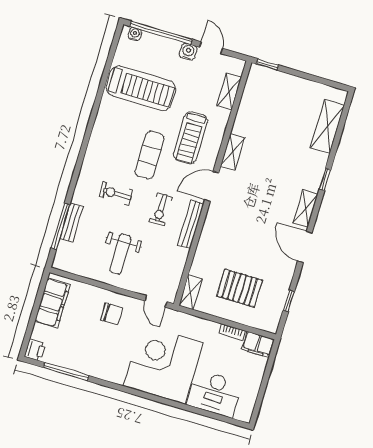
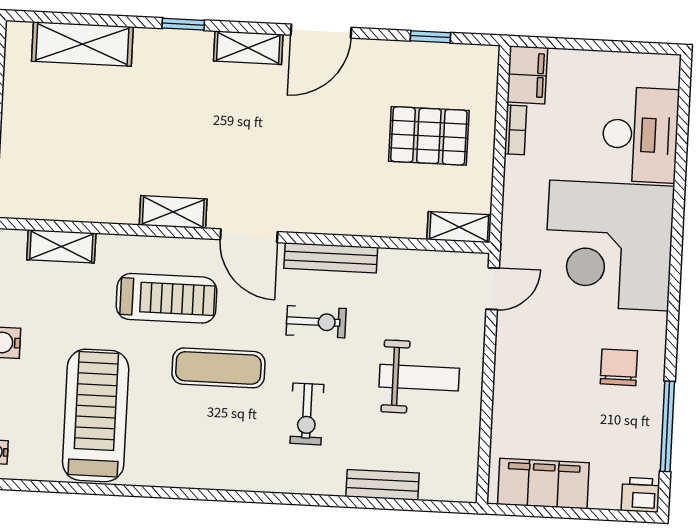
window: (60, 226) -> (394, 504), removed
pallet: (240, 288) -> (429, 136), turned 90
chair: (112, 314) -> (619, 367), moved

